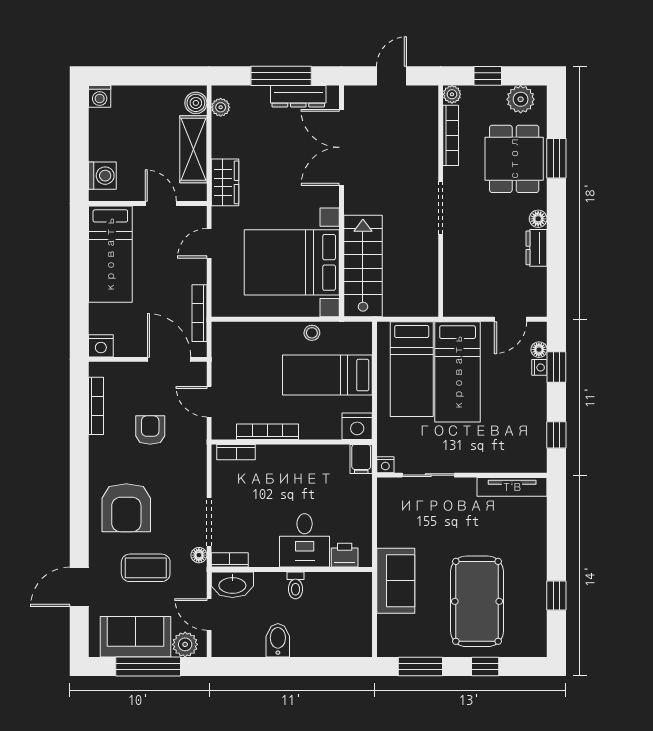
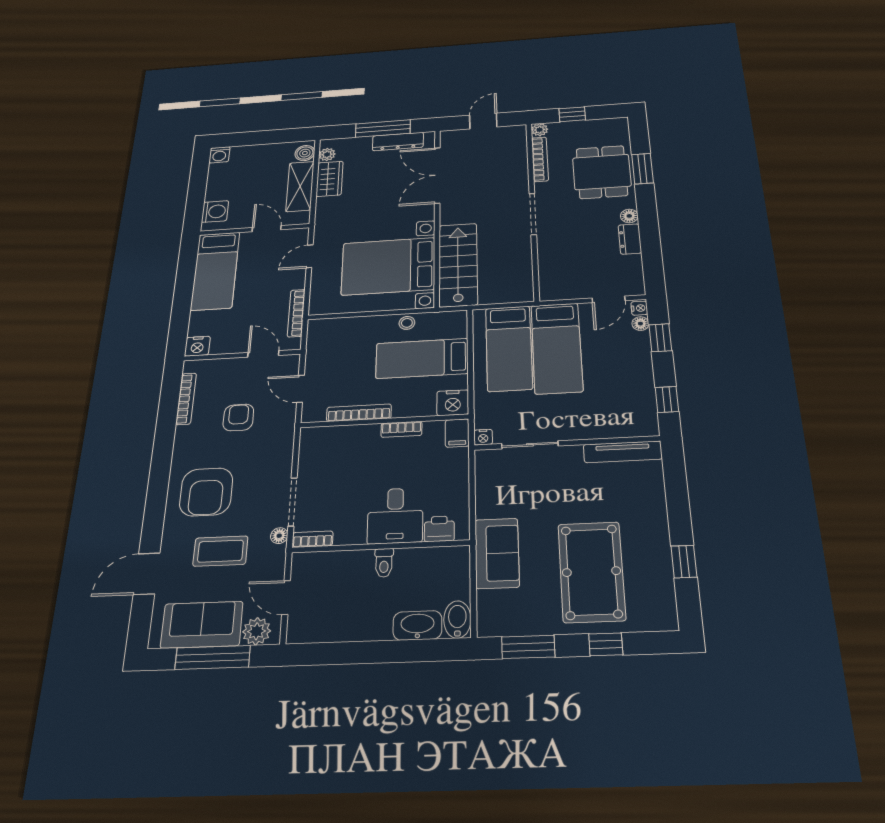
plant: (521, 99) -> (604, 128), removed
wardrobe: (225, 182) -> (330, 179), moved
door: (169, 359) -> (263, 354), width x0.73
nightstand: (539, 367) -> (639, 308), moved
bookcase: (236, 452) -> (401, 429), moved
washbasin: (232, 585) -> (417, 625), moved, turned 180
bidet: (278, 640) -> (457, 619), moved

